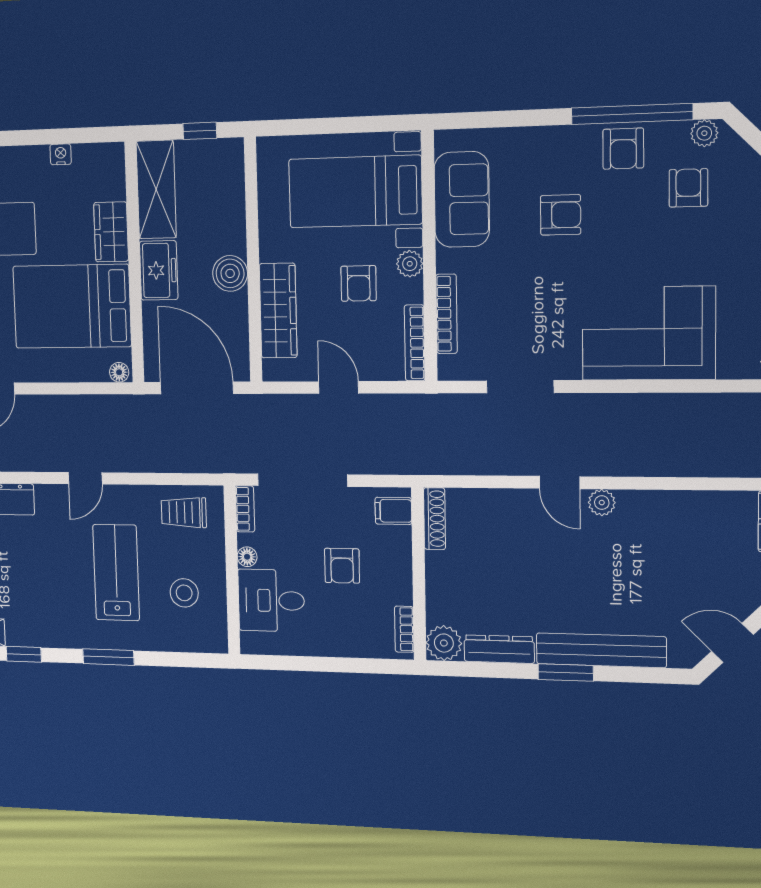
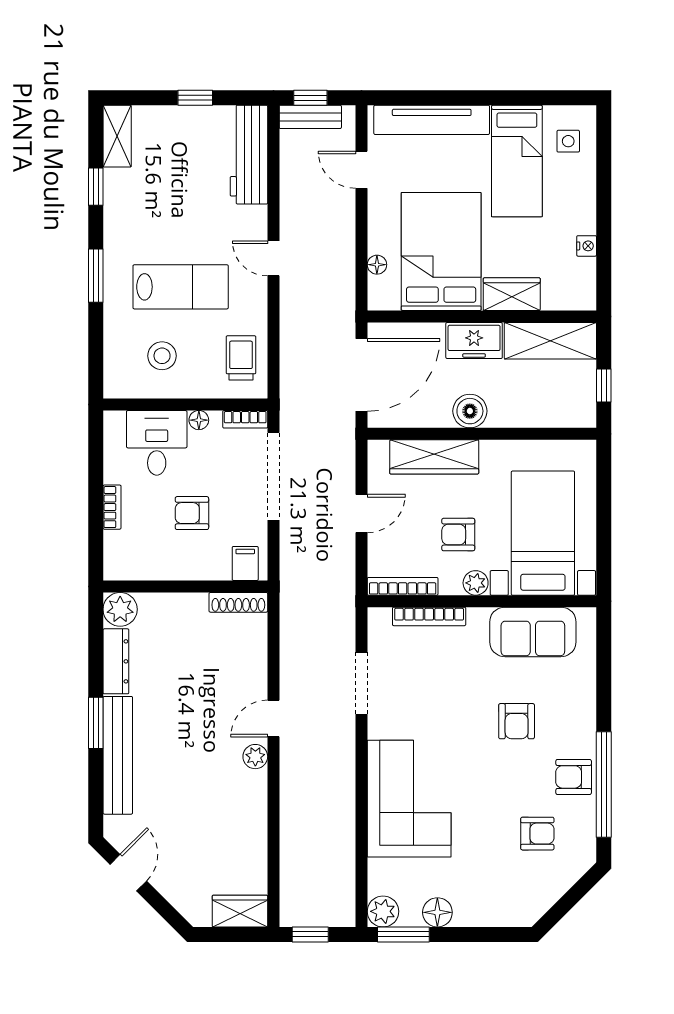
plant: (704, 133) -> (585, 847), removed
floor lamp: (119, 372) -> (377, 265), moved
bookcase: (404, 629) -> (112, 507), moved, turned 90

